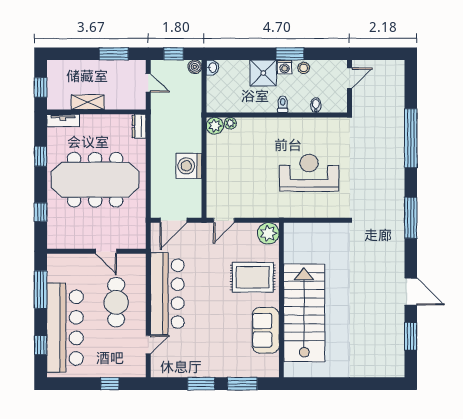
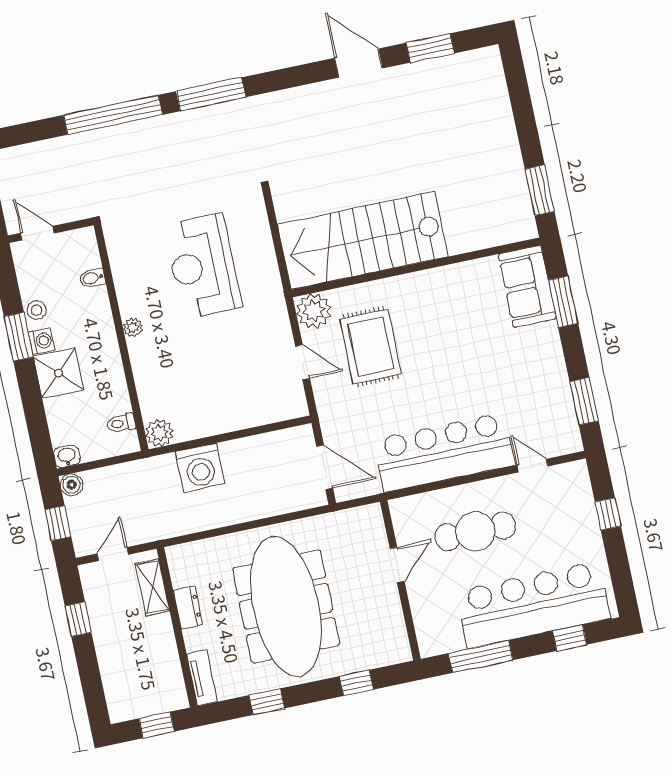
window: (114, 54) -> (78, 619), width x0.67
shelving: (88, 102) -> (152, 587), moved
toilet: (283, 104) -> (121, 423), moved
plant: (230, 123) -> (133, 327), moved
dresser: (139, 126) -> (188, 607), moved, turned -90
washing machine: (189, 166) -> (200, 468), moved
window: (411, 218) -> (211, 94), moved
door: (224, 220) -> (303, 362), moved
rug: (253, 277) -> (371, 347), moved
door: (411, 291) -> (359, 63), hinge flipped
stairs: (304, 313) -> (363, 240), moved
sofa: (266, 330) -> (527, 286), moved, turned 90
window: (201, 384) -> (584, 401), moved
window: (312, 384) -> (540, 190), added

